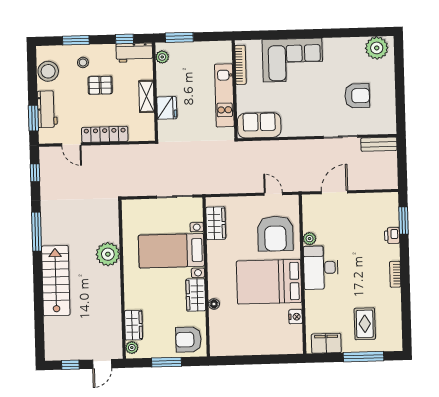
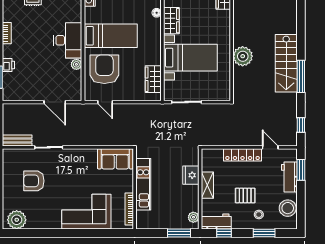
door: (334, 192) -> (55, 102), hinge flipped
stairs: (56, 281) -> (286, 63), moved
bed: (269, 282) -> (111, 36), width x0.67

